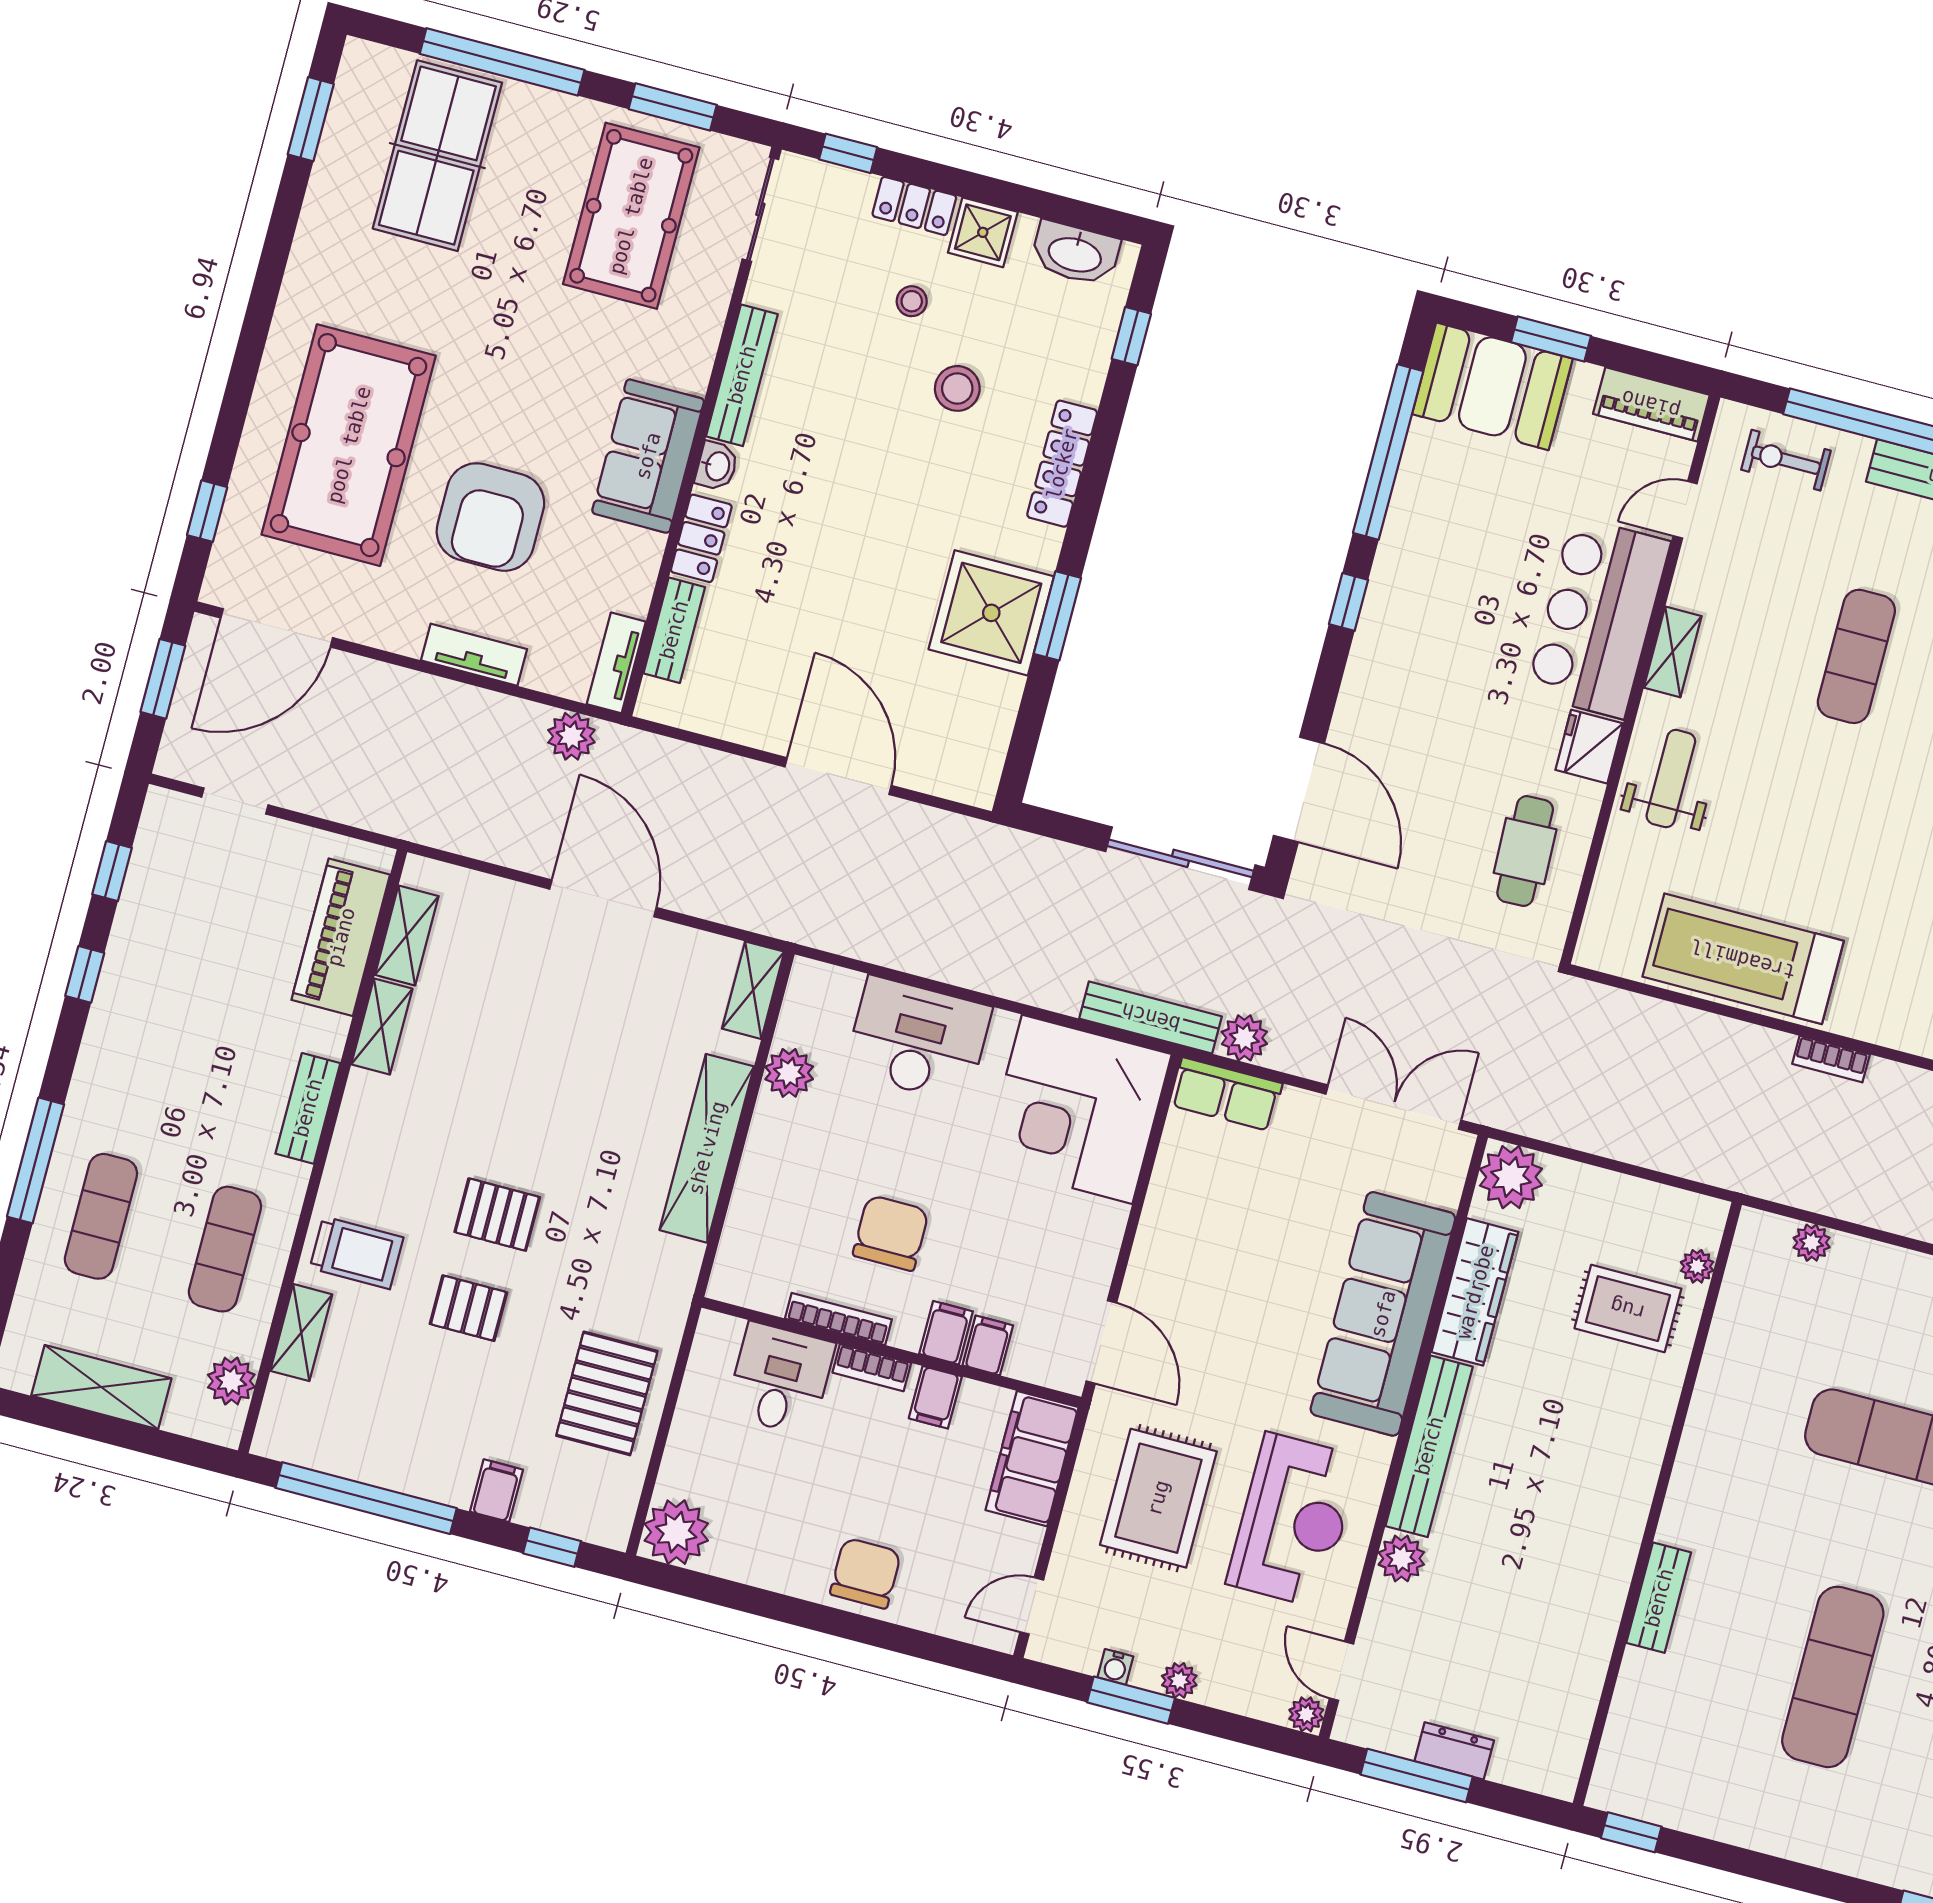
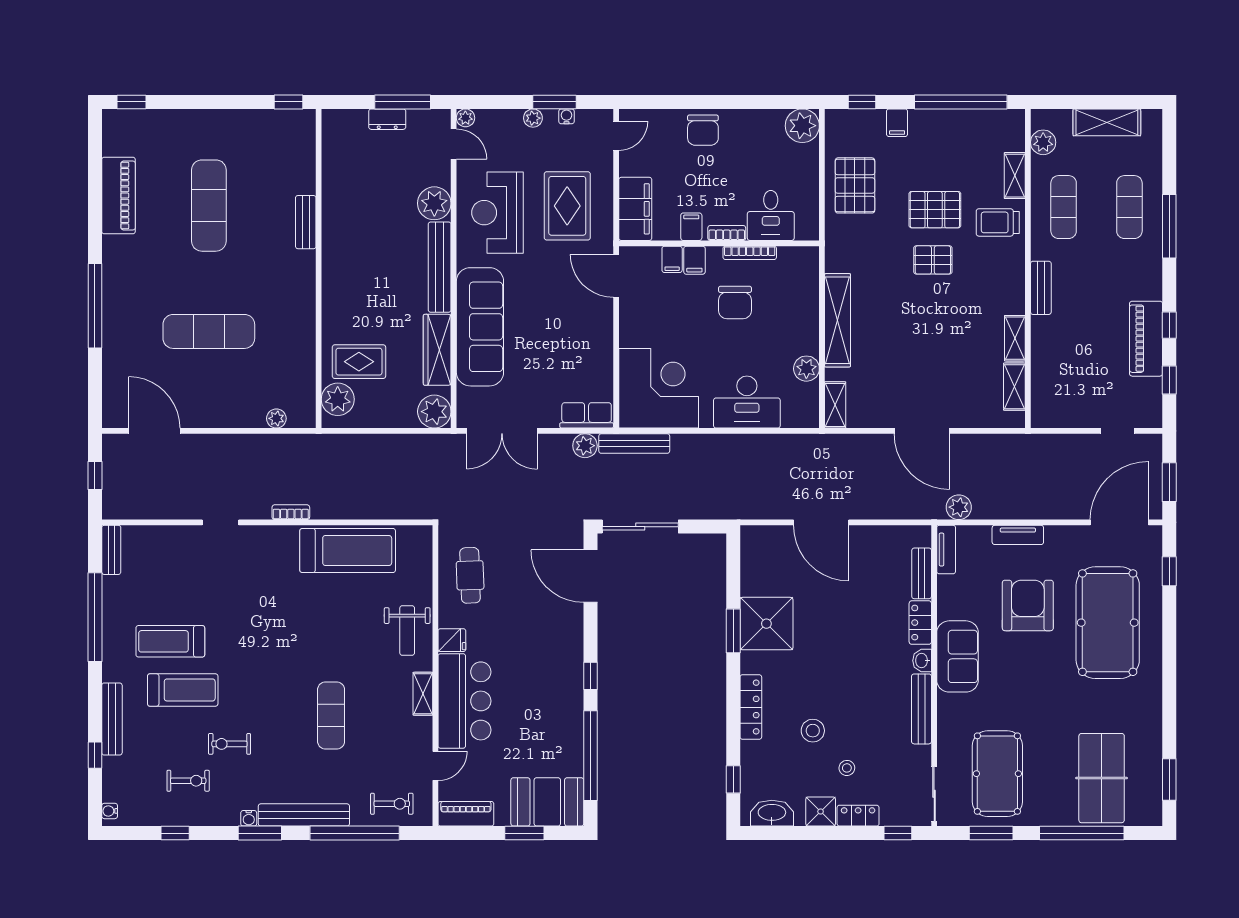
fridge: (1589, 747) -> (452, 640), width x0.72
piano: (341, 937) -> (1146, 339), moved, turned 180
plant: (1697, 1266) -> (338, 399), width x1.88, depth x1.88
pallet: (468, 1308) -> (935, 210), width x1.50, depth x1.42
plant: (1401, 1558) -> (434, 203), width x1.36, depth x1.36

